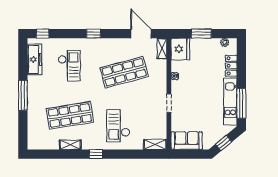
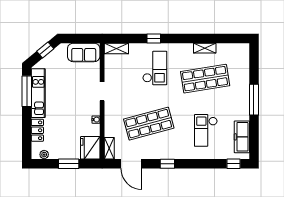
window: (93, 34) -> (167, 164), moved
window: (96, 154) -> (154, 39), moved

